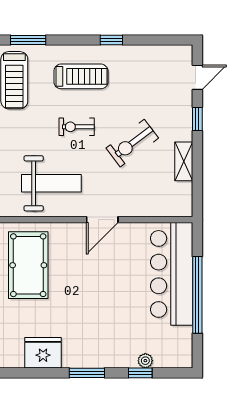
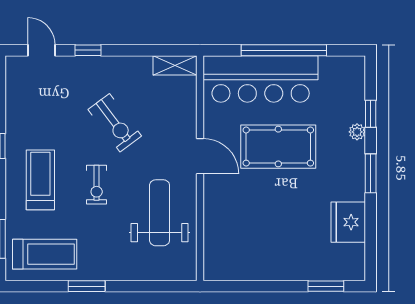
shelving: (184, 161) -> (175, 65), moved
pool table: (28, 265) -> (278, 147), moved
plant: (145, 361) -> (357, 132), moved

